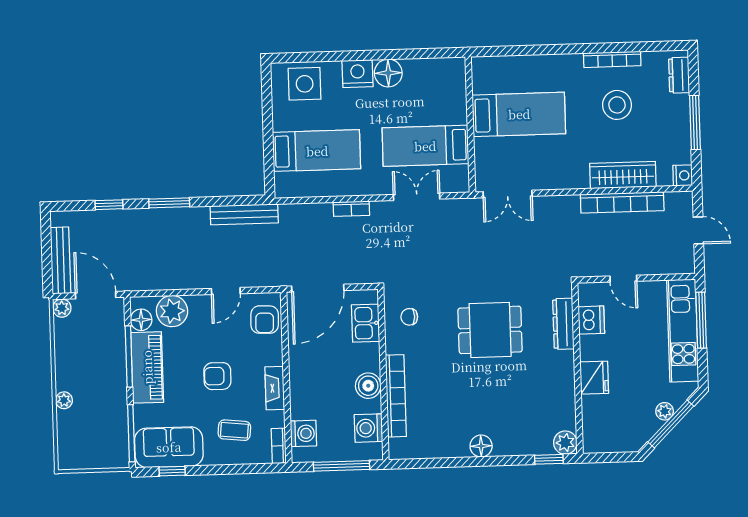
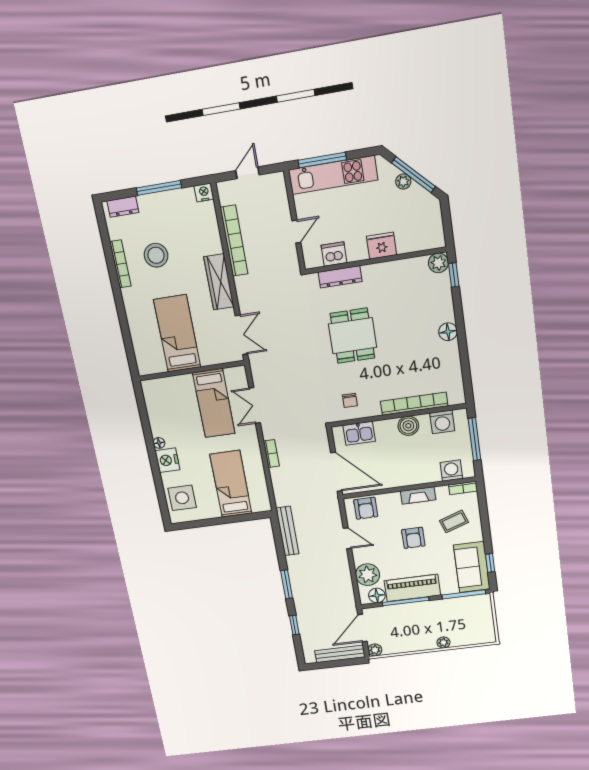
floor lamp: (388, 73) -> (159, 443), width x0.53, depth x0.53
wardrobe: (623, 175) -> (219, 282), moved
armchair: (265, 320) -> (366, 508), turned 88
coffee table: (234, 430) -> (454, 522), turned 65

